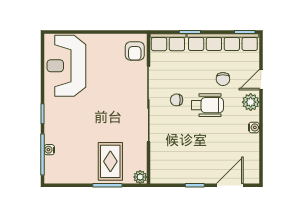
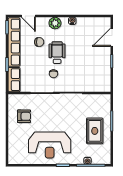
armchair: (135, 51) -> (24, 116), moved
reception desk: (66, 66) -> (50, 145), moved
door: (261, 80) -> (28, 16), moved
rug: (110, 161) -> (95, 131), moved, turned 90
plant: (140, 177) -> (106, 99), removed
door: (230, 185) -> (112, 37), hinge flipped

